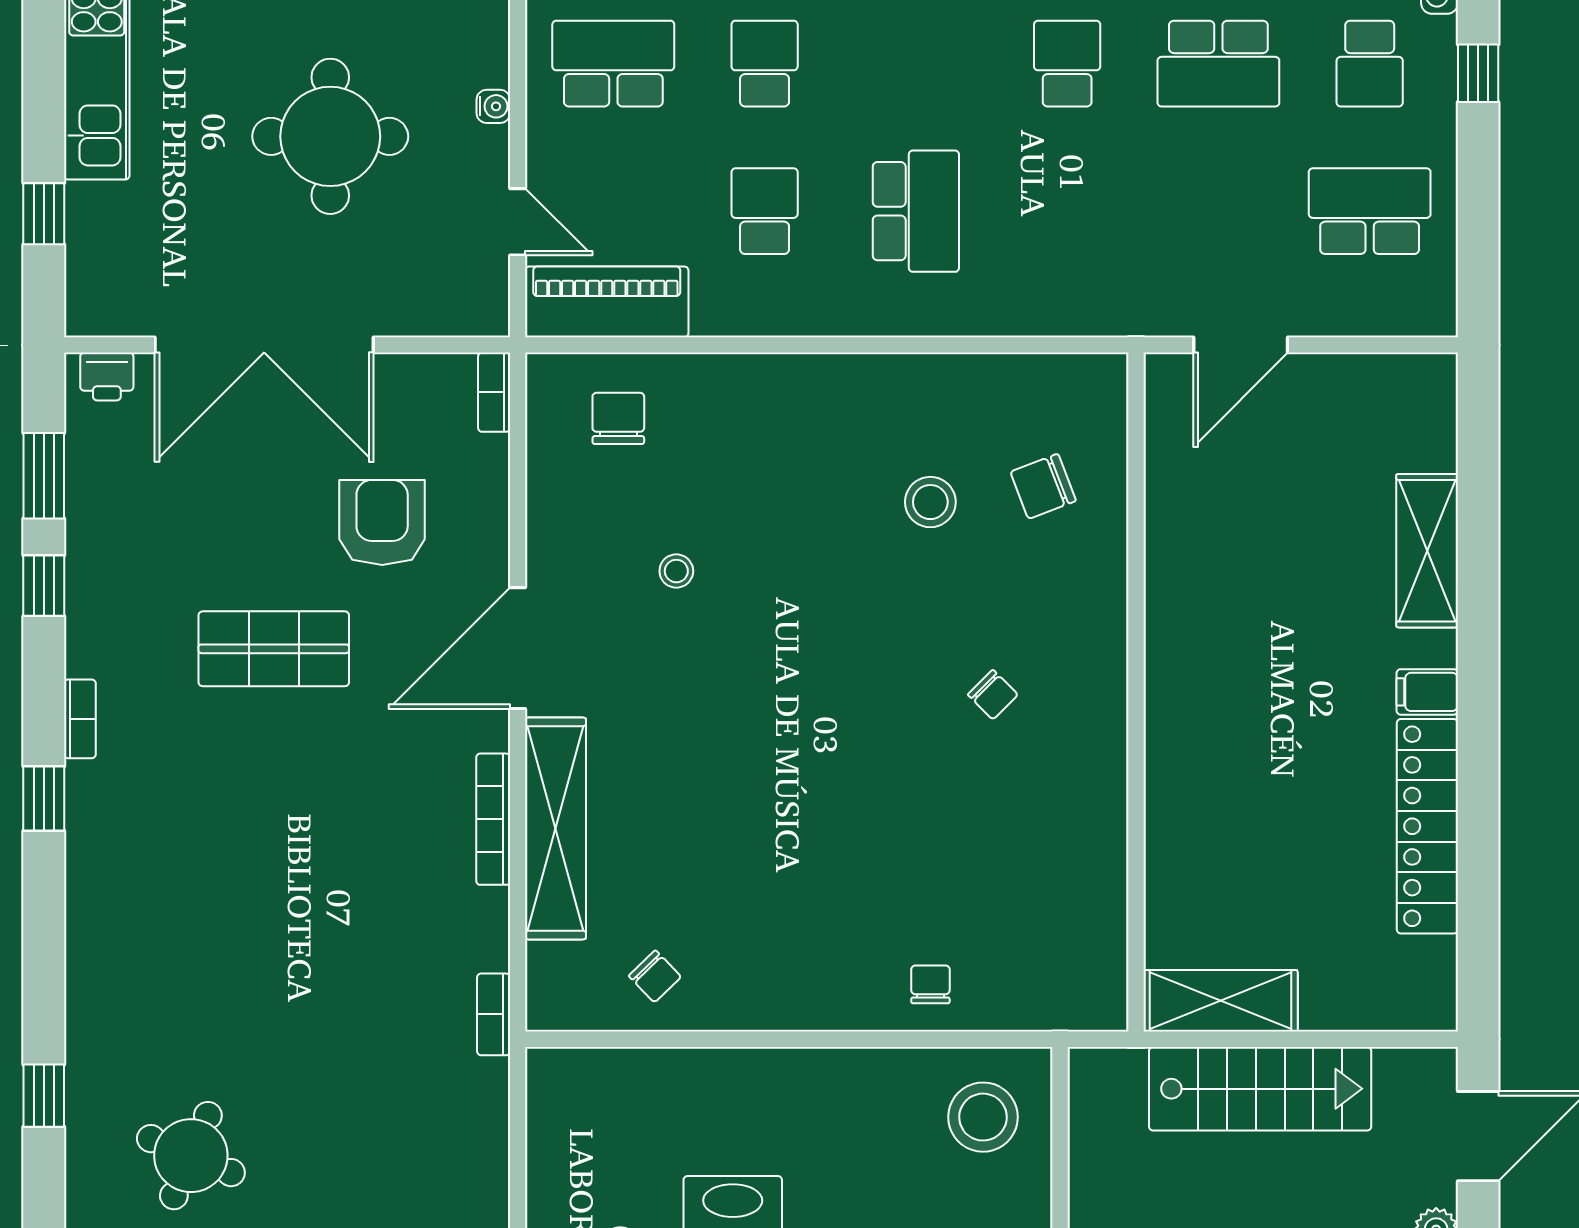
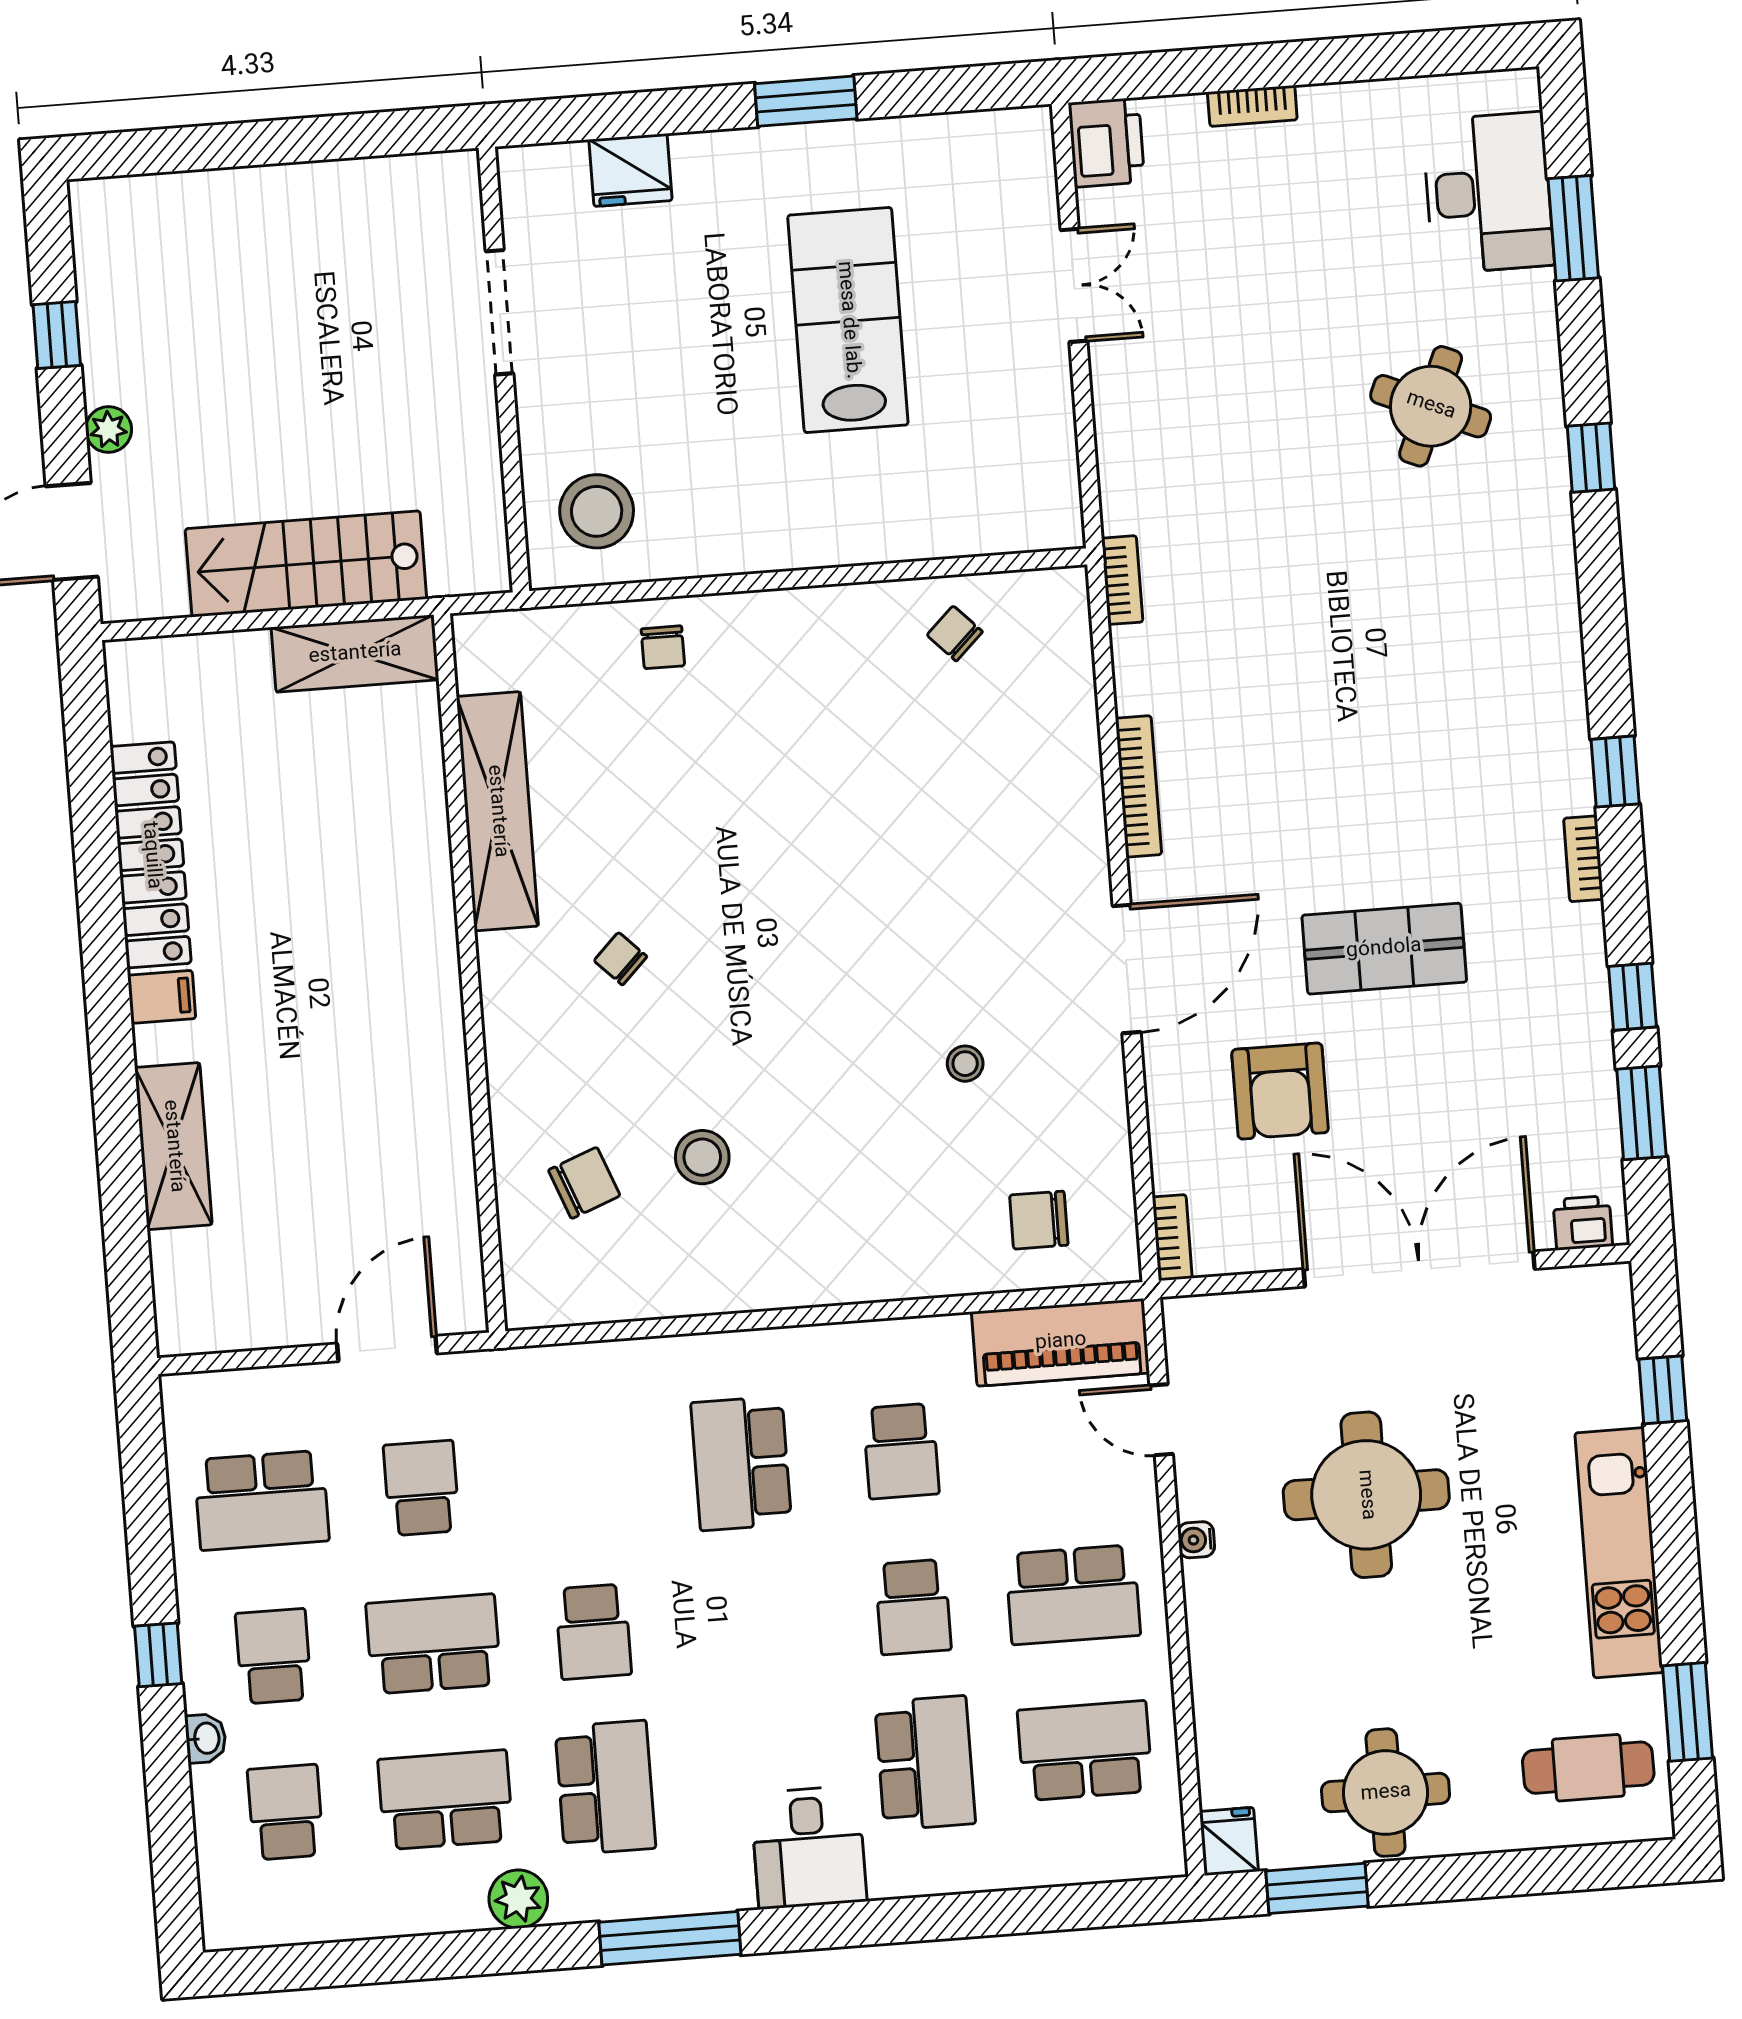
school desk: (1218, 211) -> (421, 1488), added
chair: (618, 418) -> (1039, 1220), turned 90
shelving: (556, 828) -> (497, 811), moved

